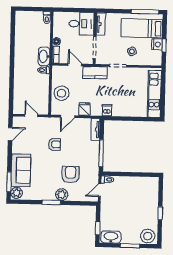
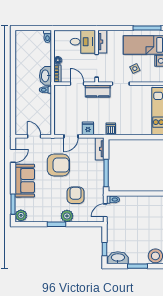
stool: (62, 93) -> (64, 113), removed
armchair: (54, 144) -> (58, 165), width x1.88, depth x1.88
sofa: (21, 170) -> (25, 181), moved

